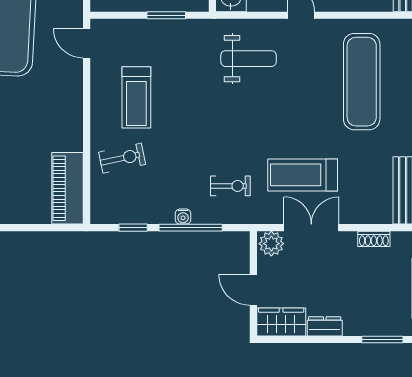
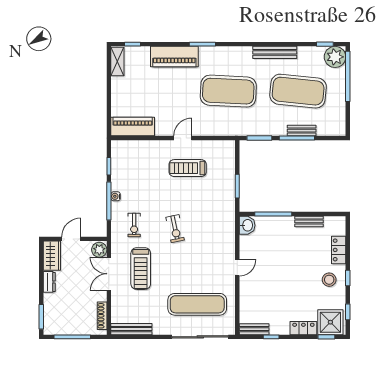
door: (87, 43) -> (183, 138), moved
weight bench: (249, 59) -> (211, 236), removed
exercise bike: (122, 158) -> (175, 229), moved
treadmill: (303, 175) -> (141, 269), turned 180
double door: (311, 228) -> (109, 274), swing flipped
shoe rack: (374, 239) -> (102, 316), width x1.43

